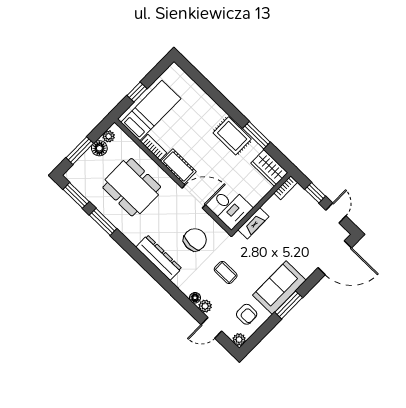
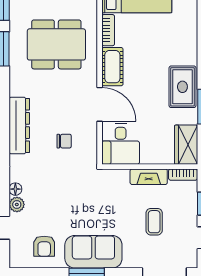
dining table: (132, 187) -> (56, 44), turned 90
fireplace: (253, 223) -> (149, 177), moved
chair: (195, 240) -> (64, 141), width x0.54, depth x0.54
coffee table: (226, 272) -> (154, 222), moved
plant: (239, 340) -> (17, 261), removed

